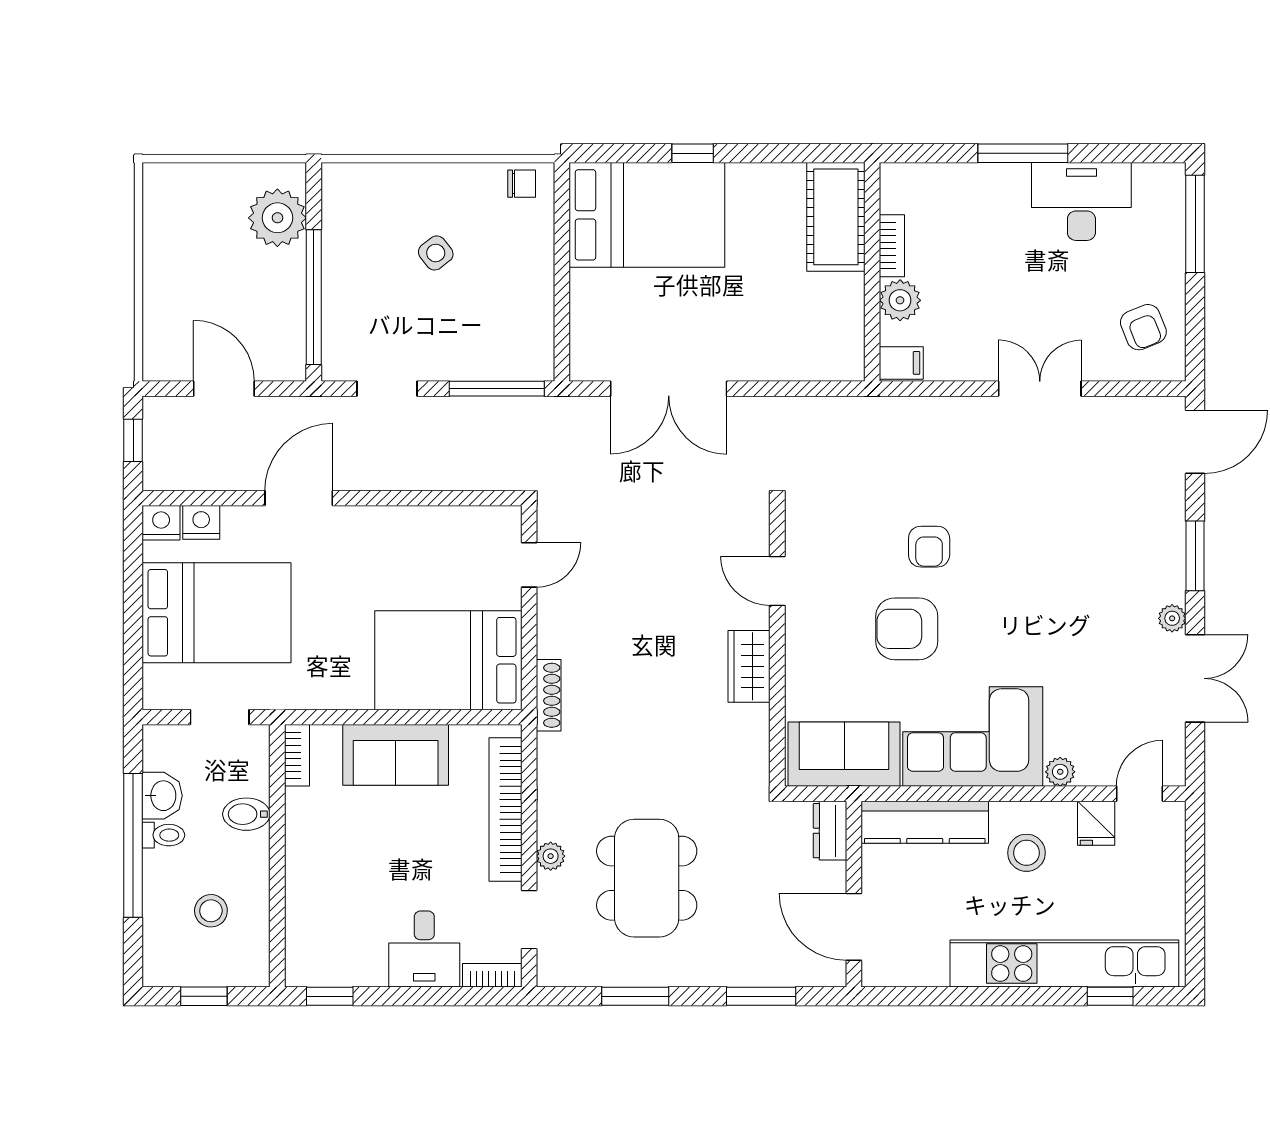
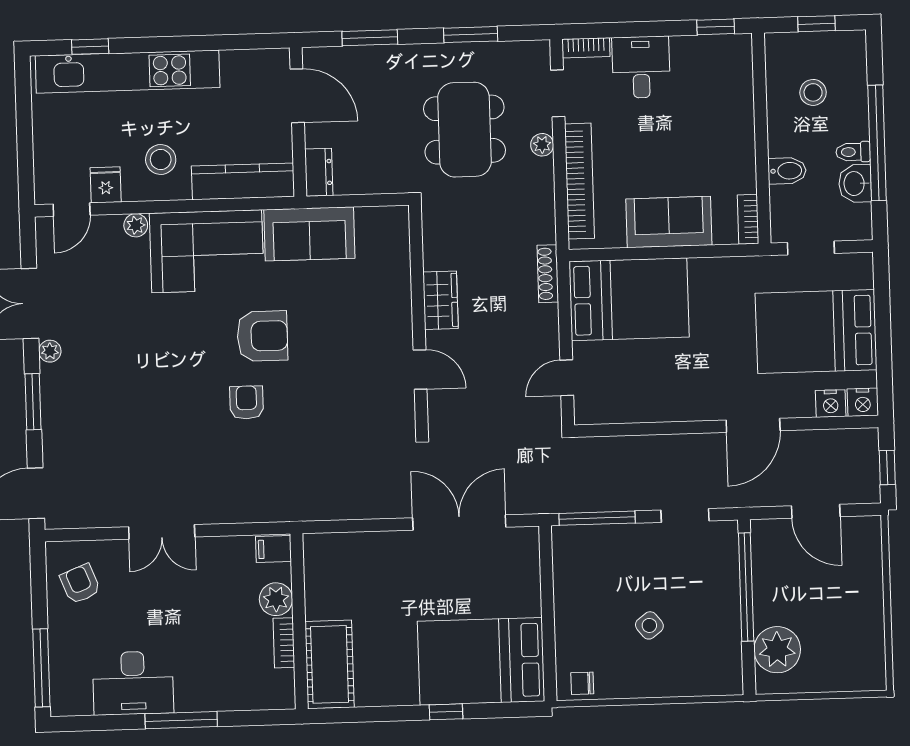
door: (777, 581) -> (420, 370), moved
wall: (777, 646) -> (418, 317), moved
wardrobe: (749, 666) -> (440, 300), moved

